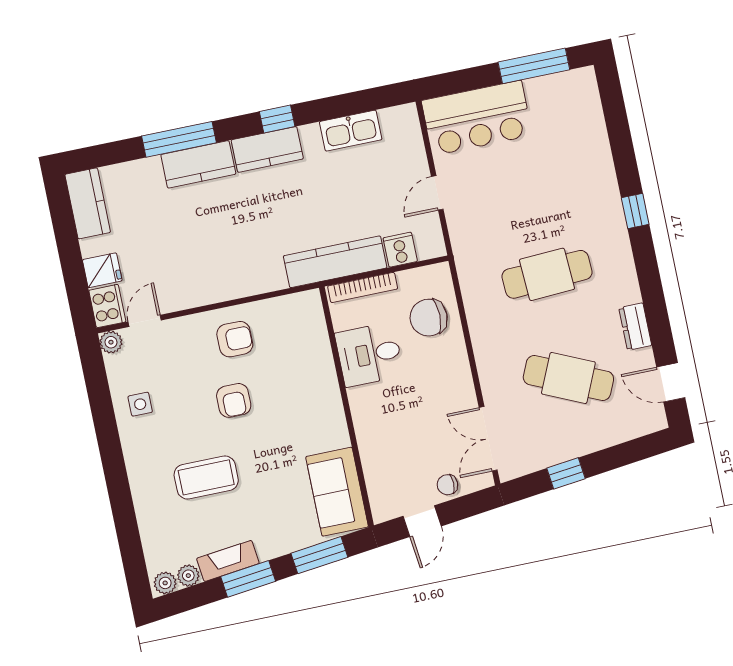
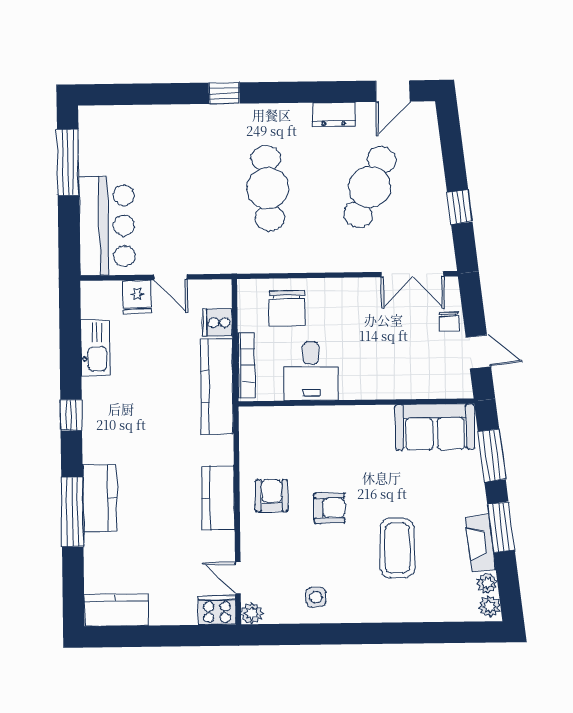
kitchen counter: (267, 149) -> (218, 498), moved, turned 180
fridge: (102, 270) -> (137, 297), moved, turned 180

